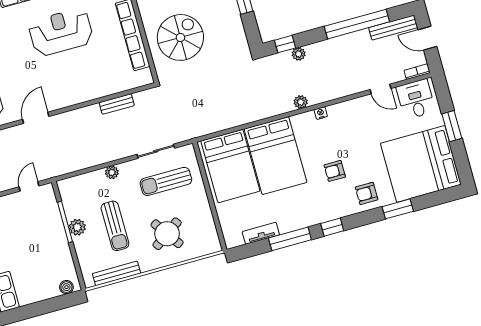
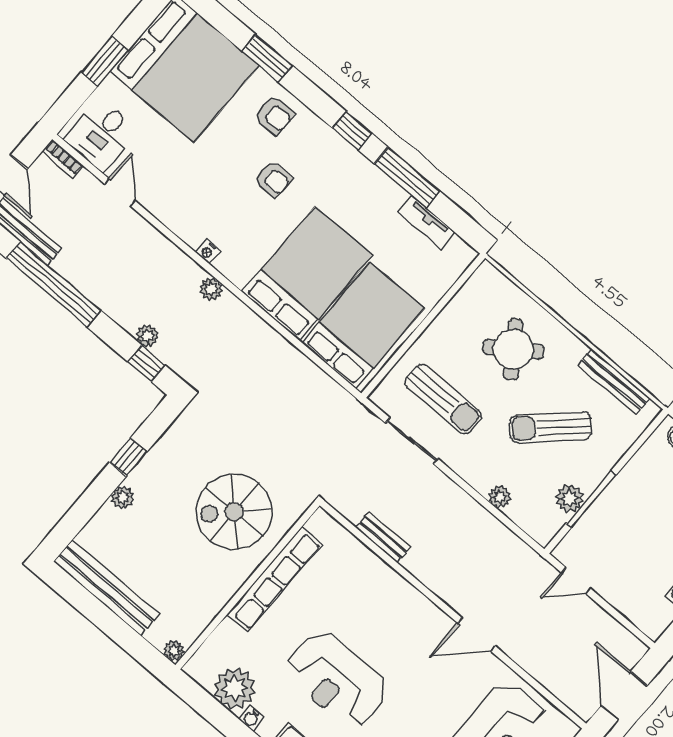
plant: (112, 172) -> (500, 497), moved
sun lounger: (115, 226) -> (551, 427), turned -133
plant: (77, 227) -> (570, 498), moved

